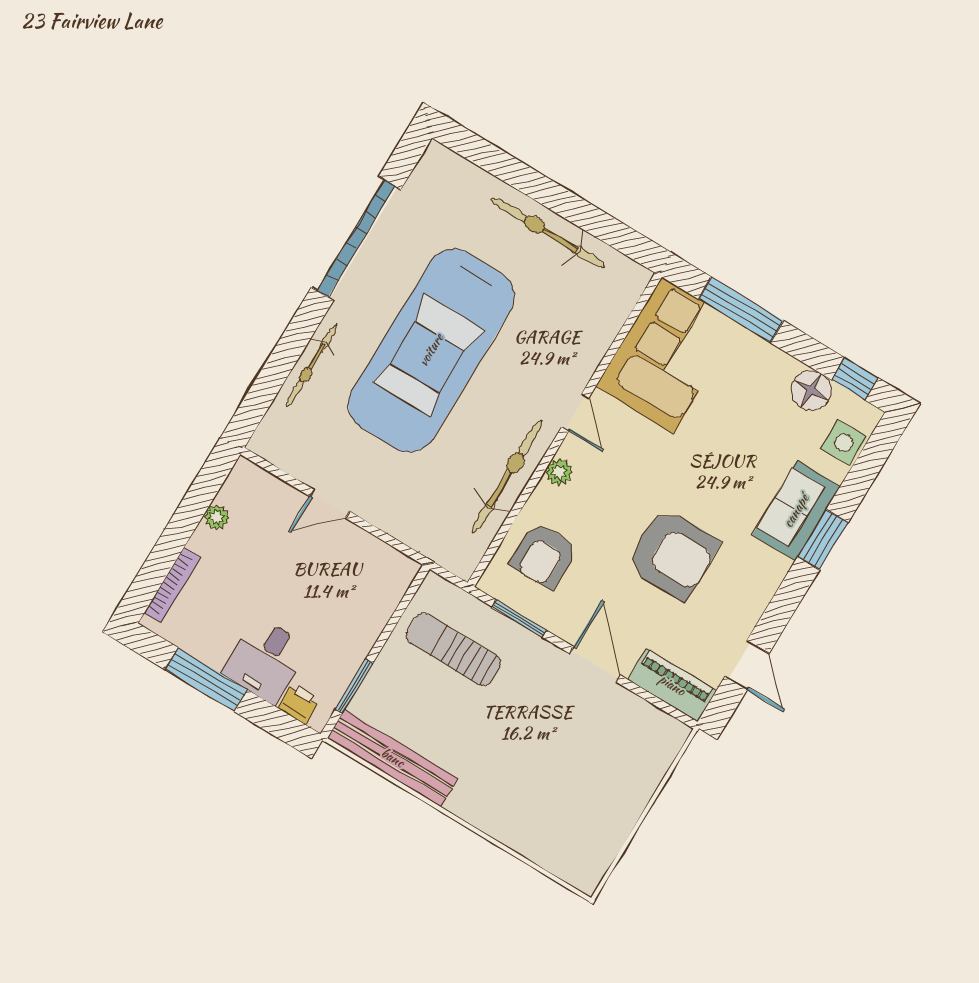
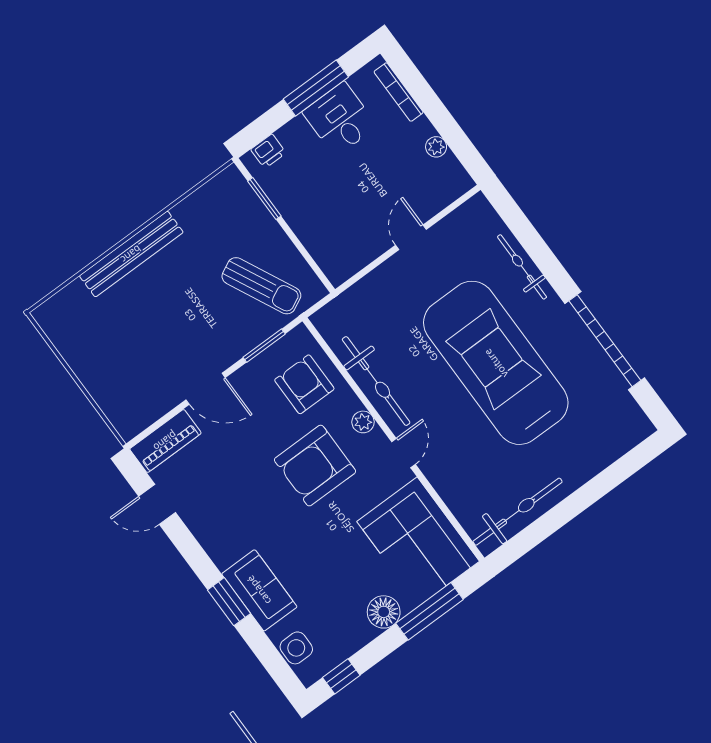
bicycle: (548, 233) -> (518, 512), moved
floor lamp: (811, 390) -> (384, 612), moved
door: (575, 412) -> (403, 453), swing flipped
armchair: (673, 554) -> (315, 466), moved
sun lounger: (453, 649) -> (261, 286), turned 64
desk: (266, 660) -> (340, 119), moved
bench: (393, 758) -> (131, 254), moved

